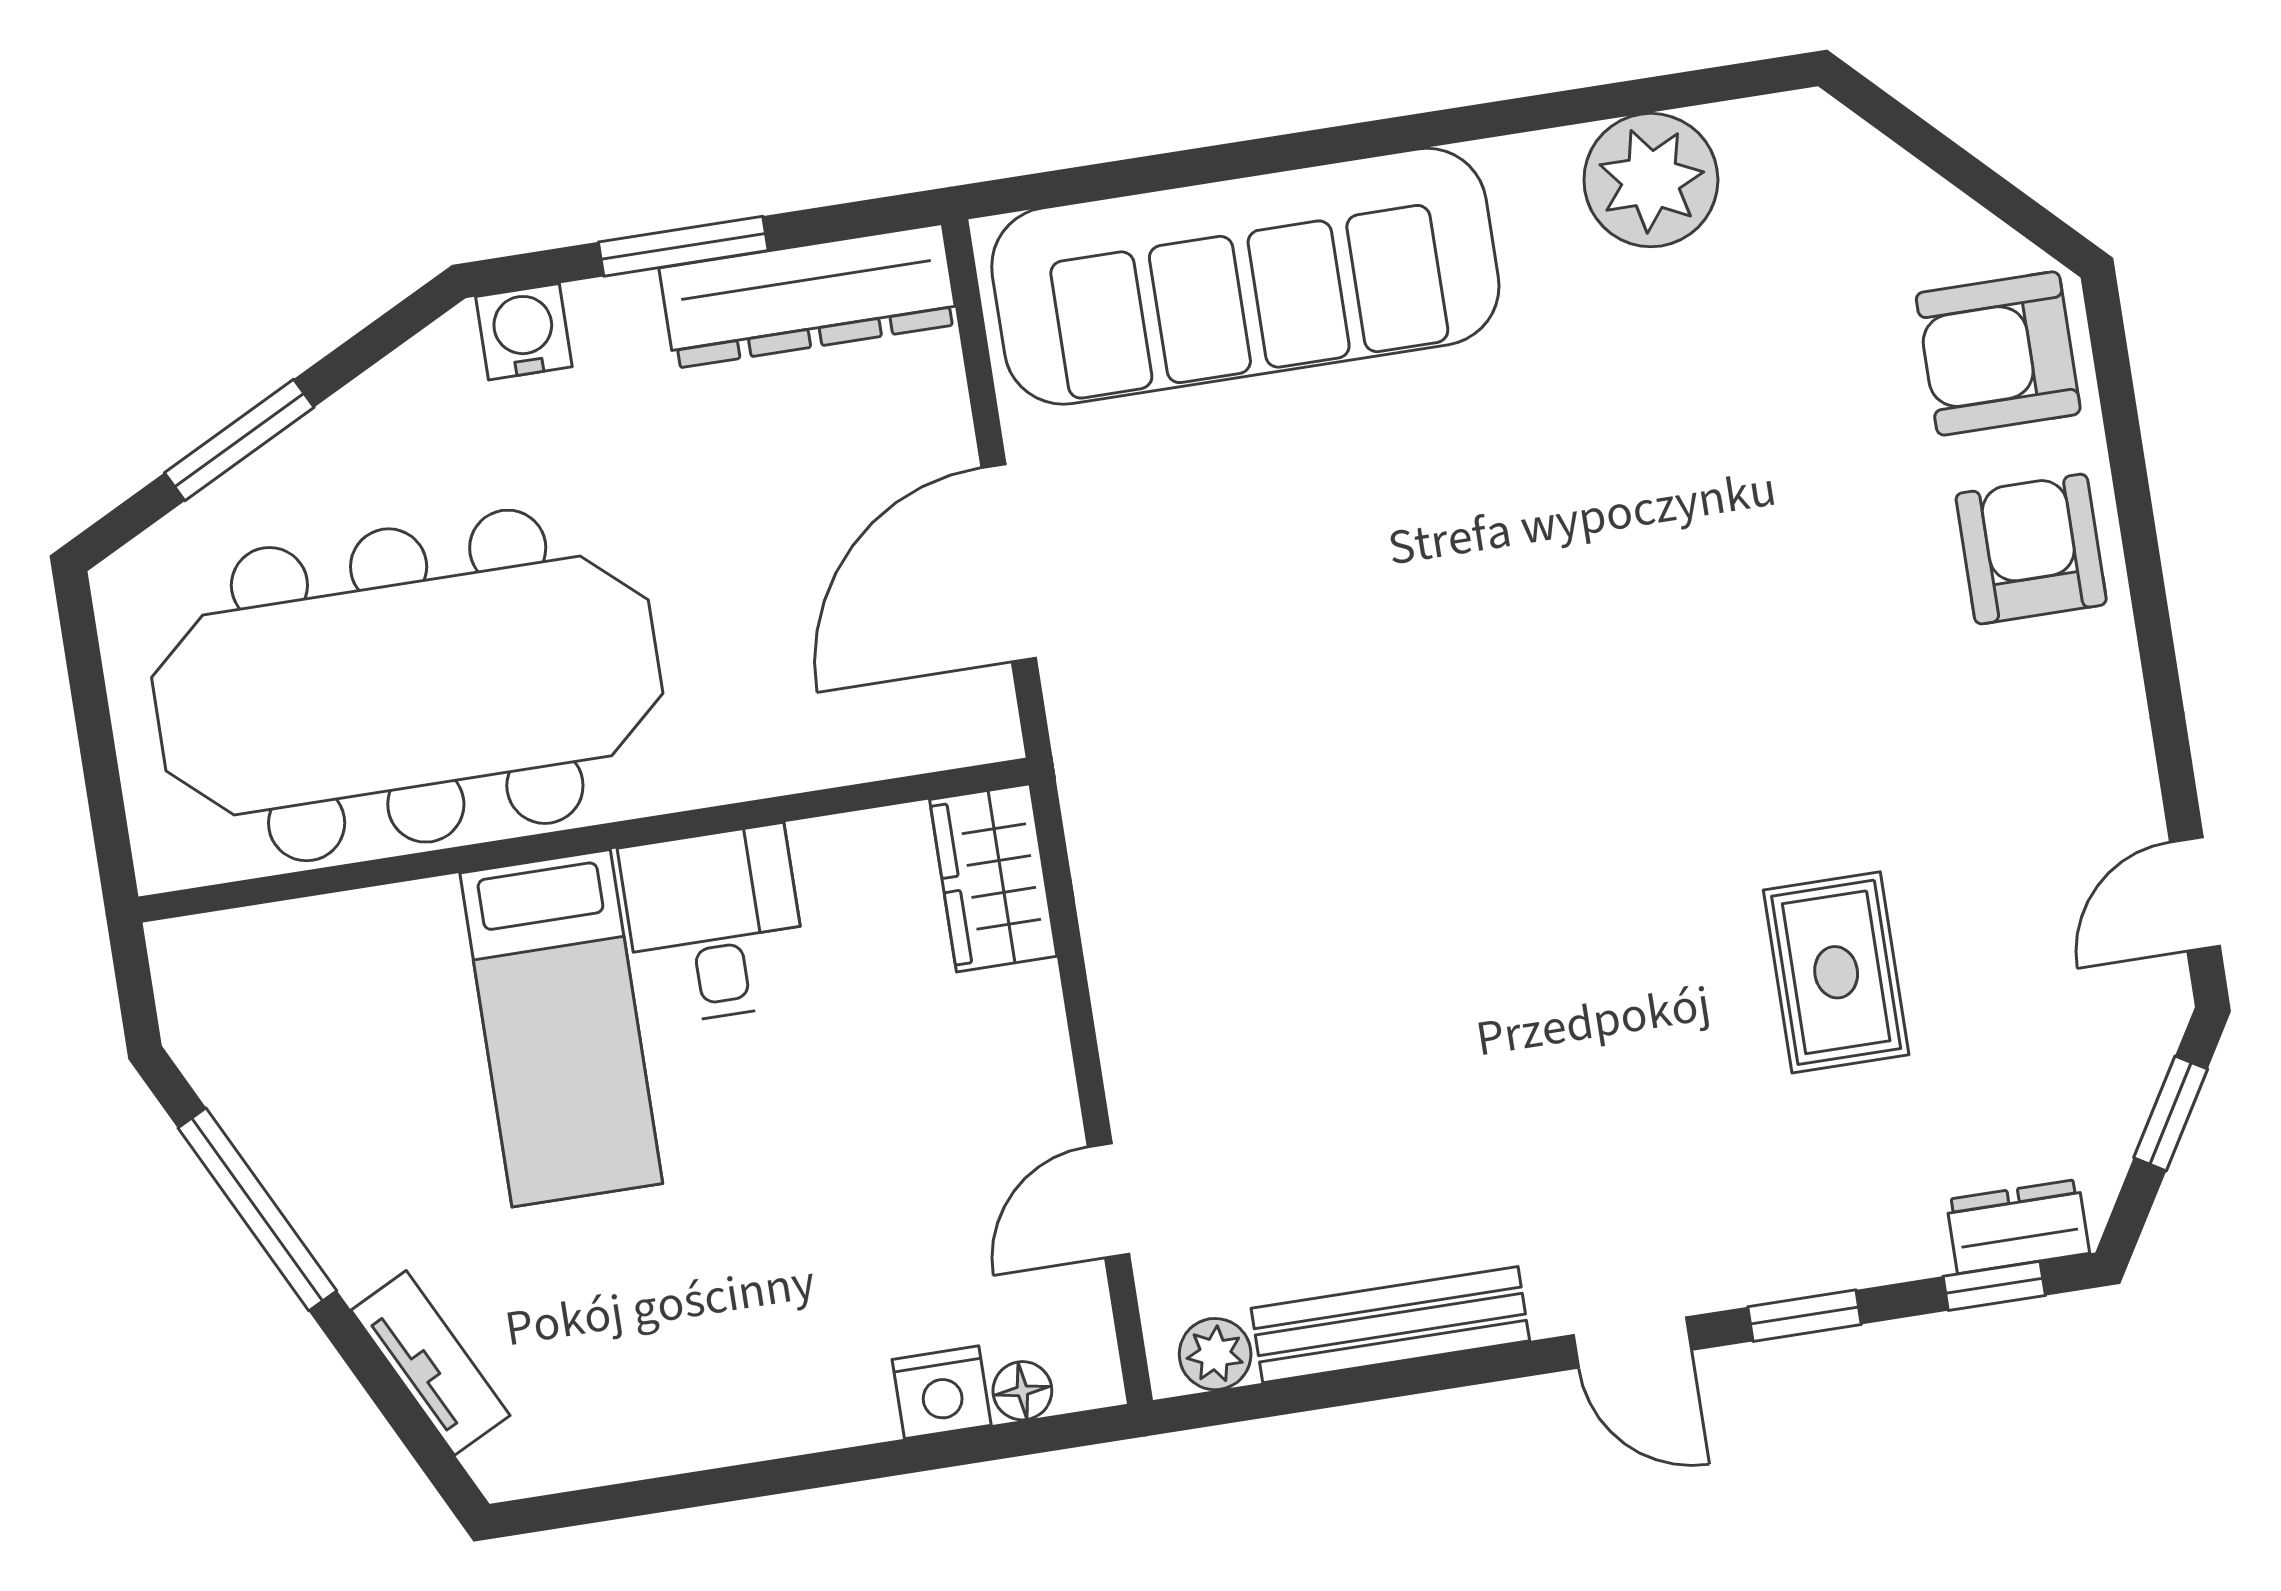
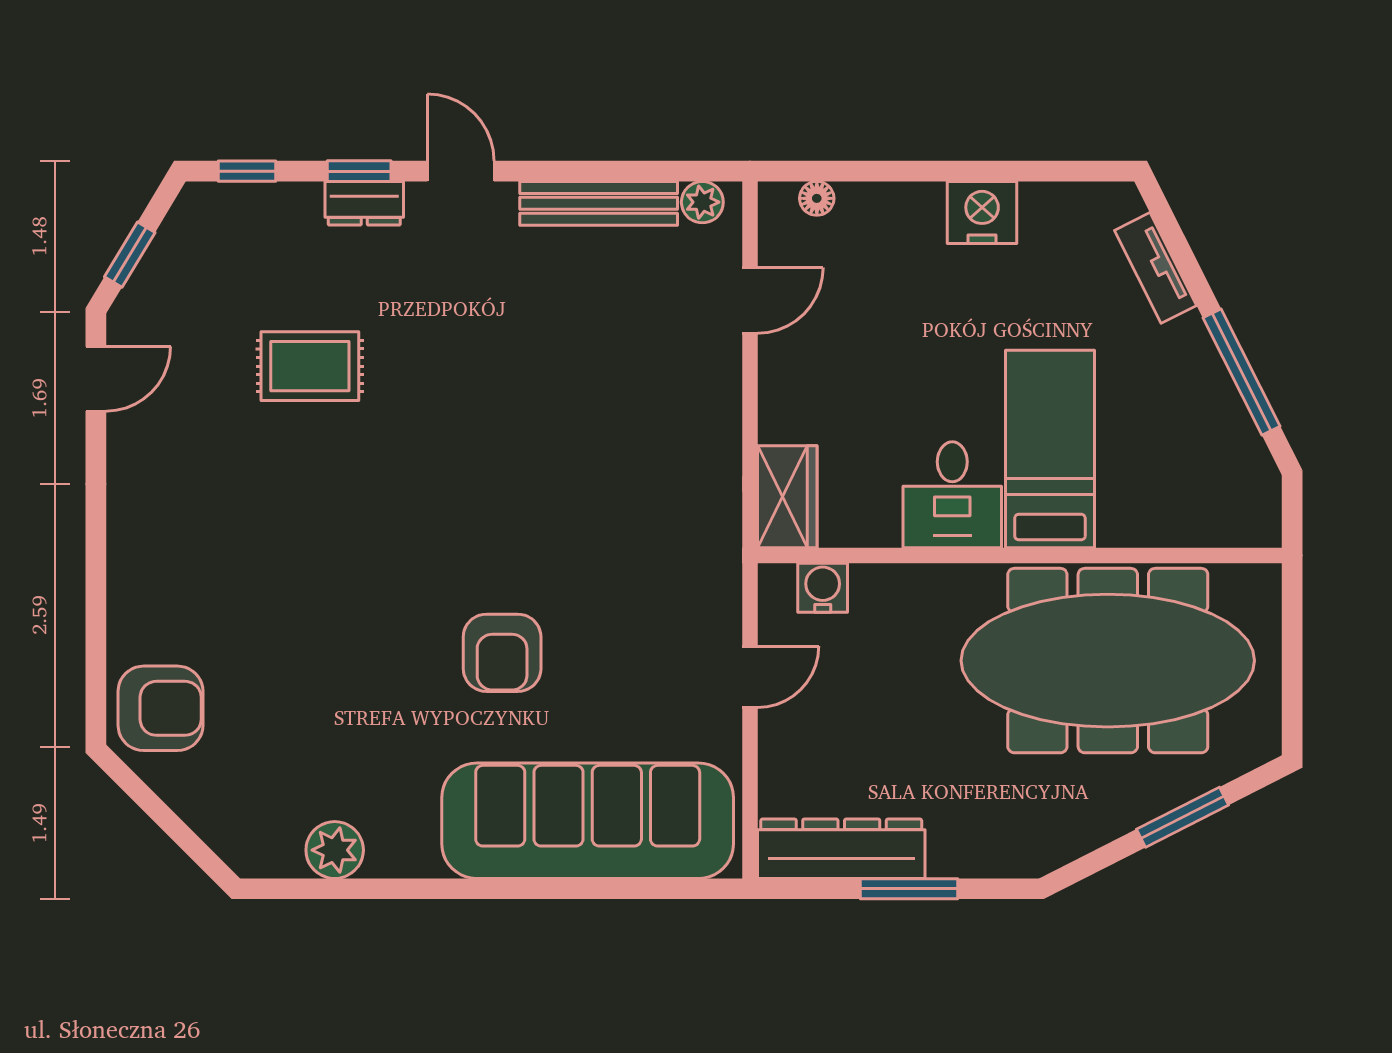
plant: (1651, 180) -> (335, 850), width x0.73, depth x0.73
water cooler: (524, 332) -> (823, 588), moved, turned 180
armchair: (2031, 549) -> (502, 653), moved
door: (1009, 563) -> (750, 677), width x0.53
rug: (1836, 972) -> (310, 366), turned 90
dresser: (2018, 1226) -> (364, 203), moved
nightstand: (942, 1392) -> (982, 212), moved, width x1.36, depth x1.33

